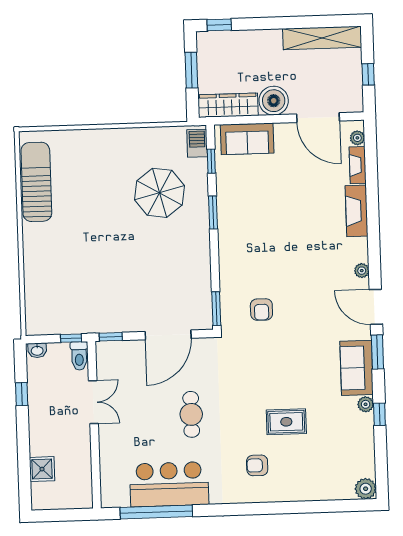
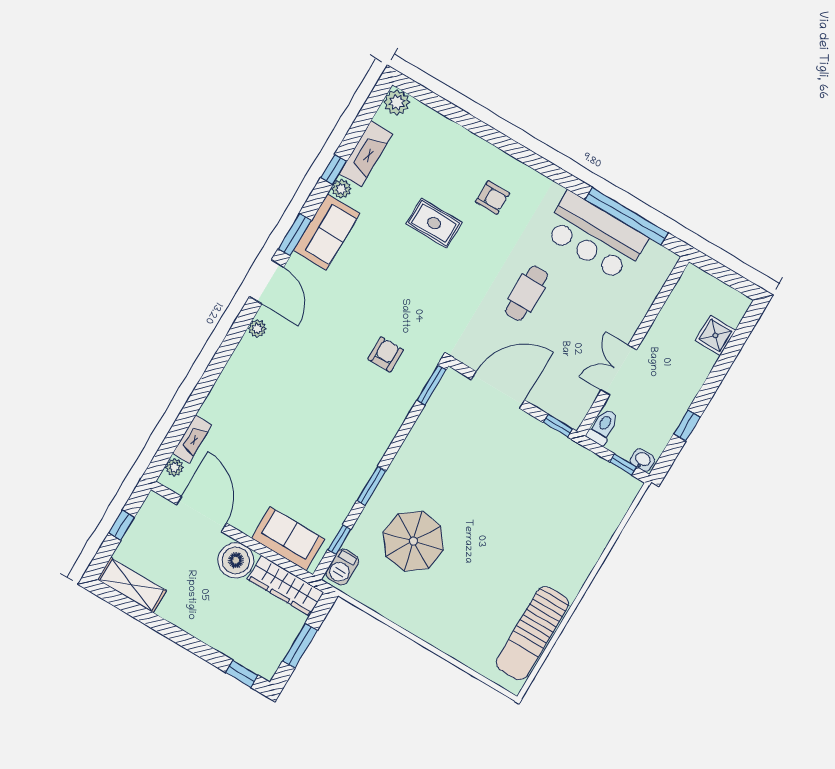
shelving: (322, 38) -> (132, 585), width x0.68
fireplace: (357, 211) -> (366, 154), moved
window: (71, 338) -> (623, 464), moved

